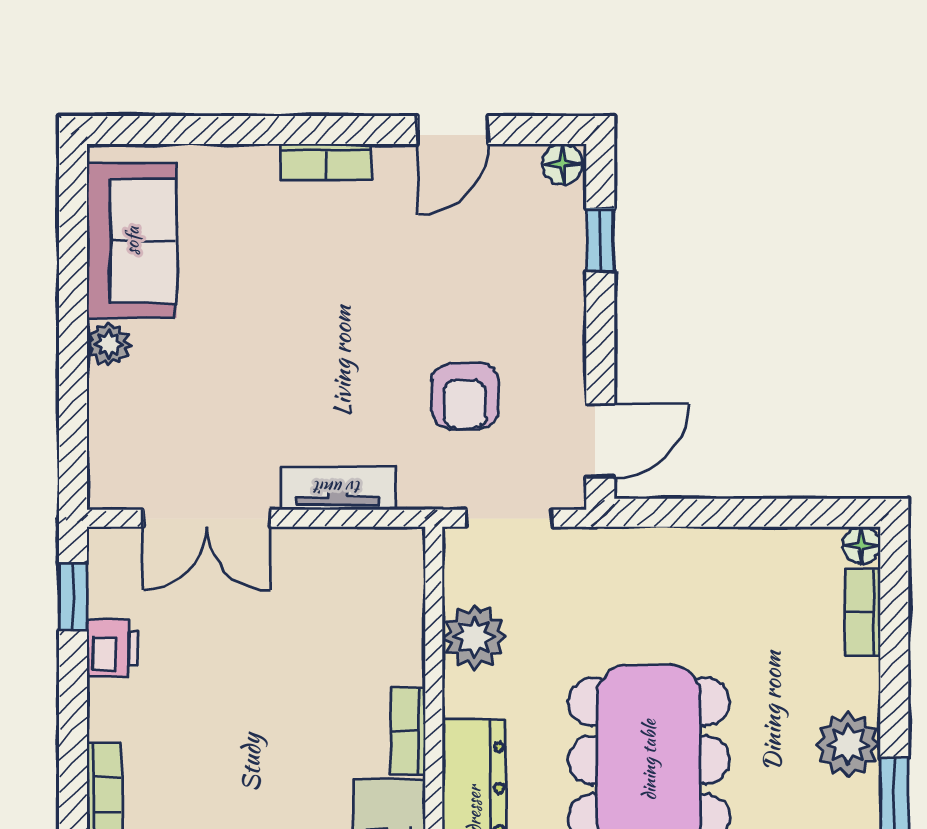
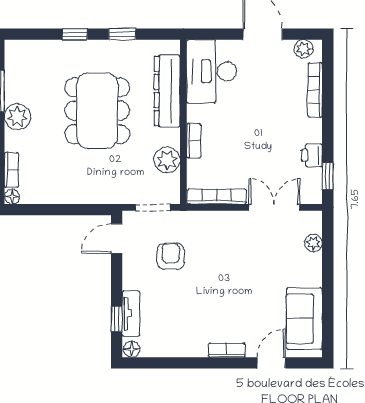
door: (453, 130) -> (271, 363), moved
plant: (109, 344) -> (313, 243), moved
tv unit: (338, 488) -> (131, 313), moved, turned -90
bookcase: (350, 546) -> (217, 196), added
bookcase: (408, 731) -> (194, 141), moved

